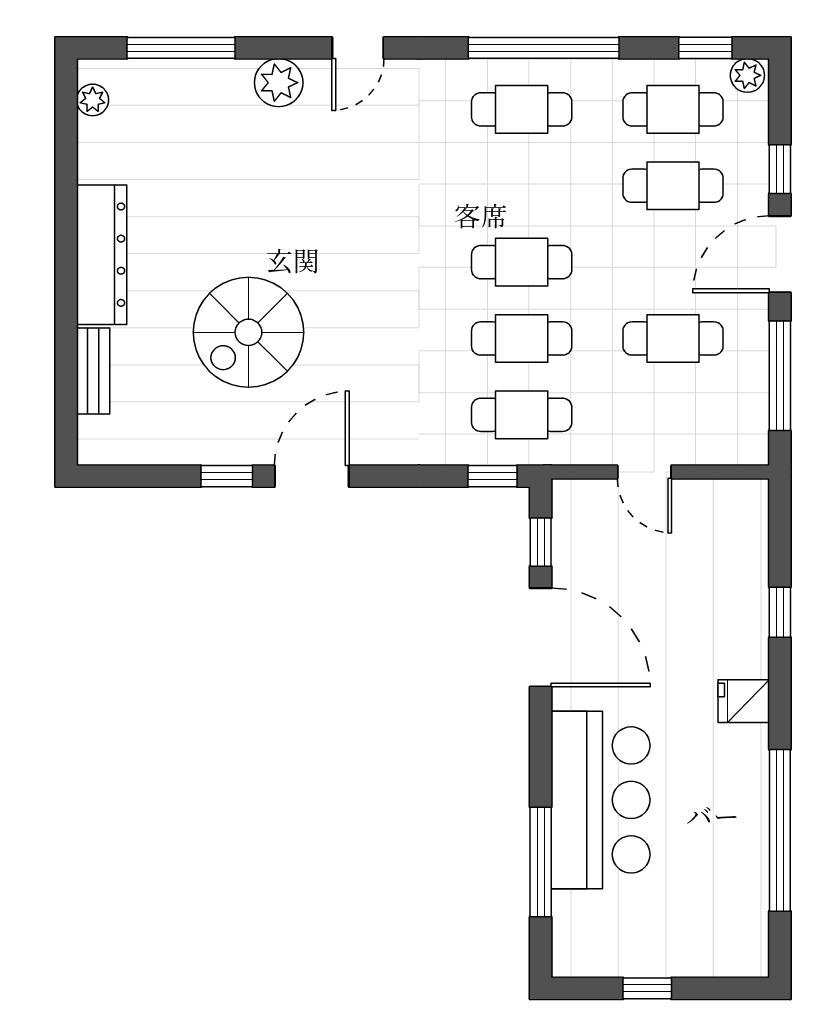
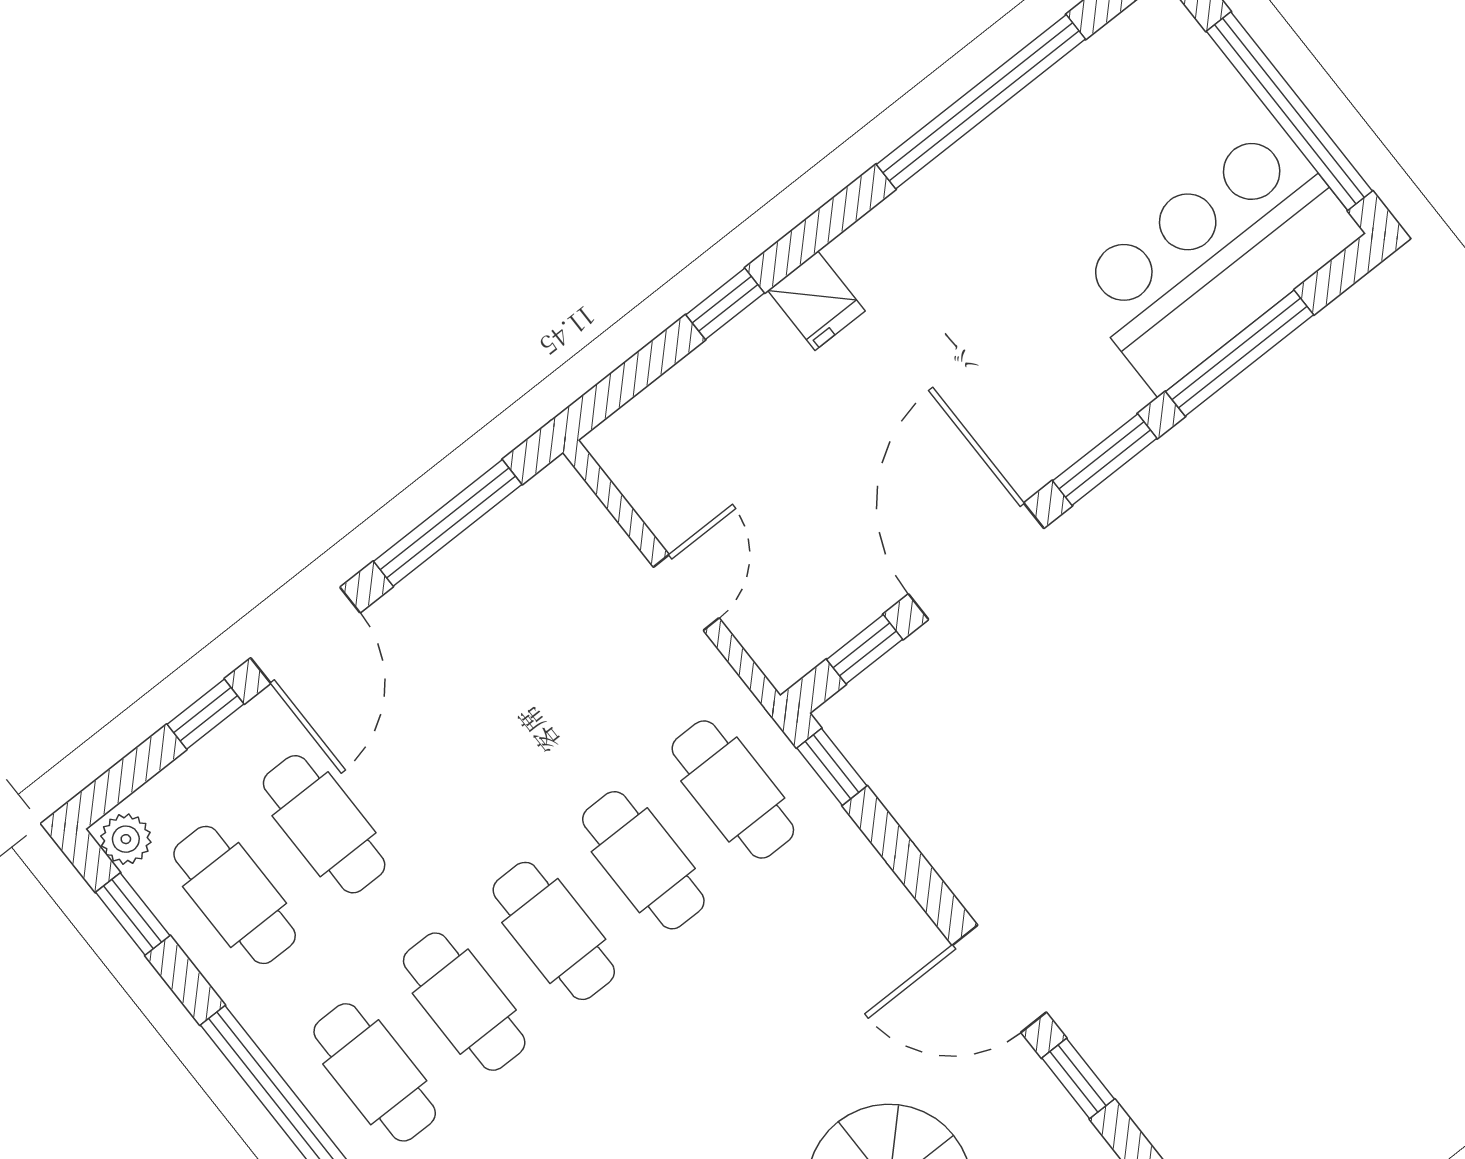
door: (780, 254) -> (305, 635), hinge flipped
cafe table: (673, 338) -> (464, 1002), moved
fridge: (744, 701) -> (816, 301), moved
window: (541, 747) -> (1105, 460), added
bar counter: (601, 800) -> (1216, 258), moved
window: (647, 988) -> (1289, 111), width x3.17

